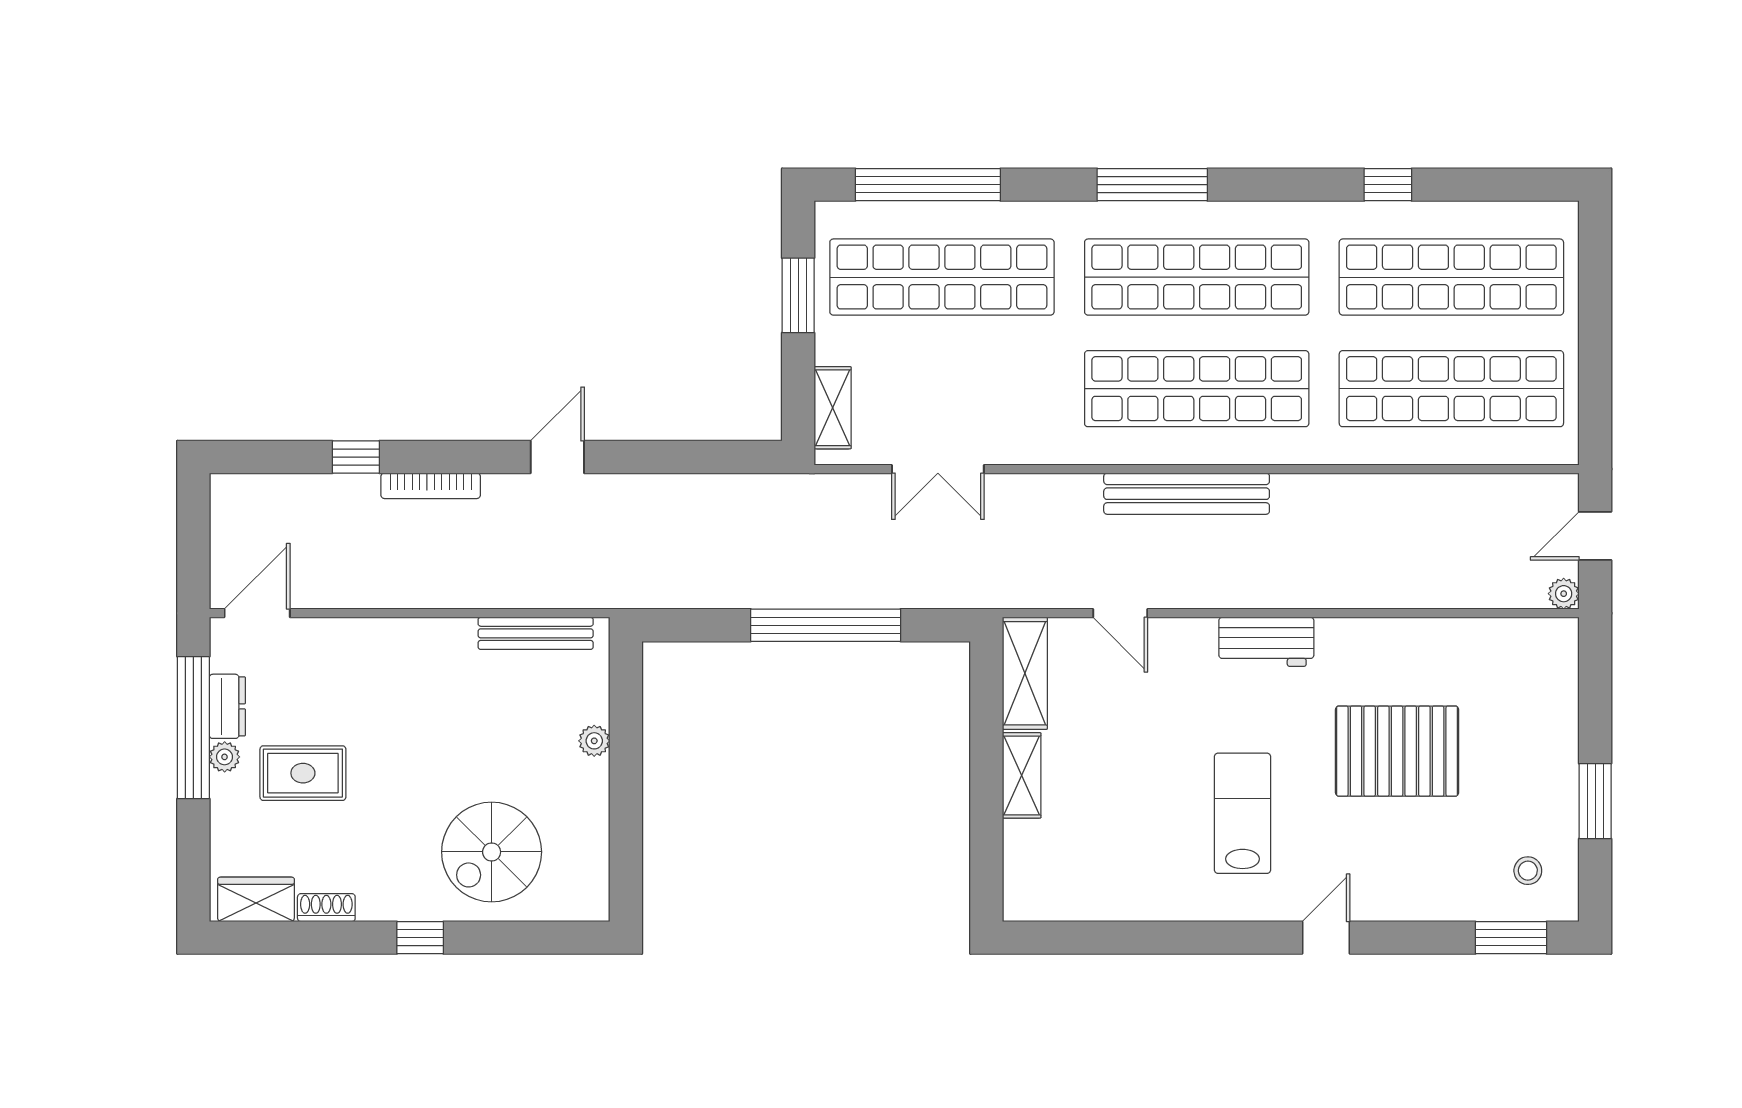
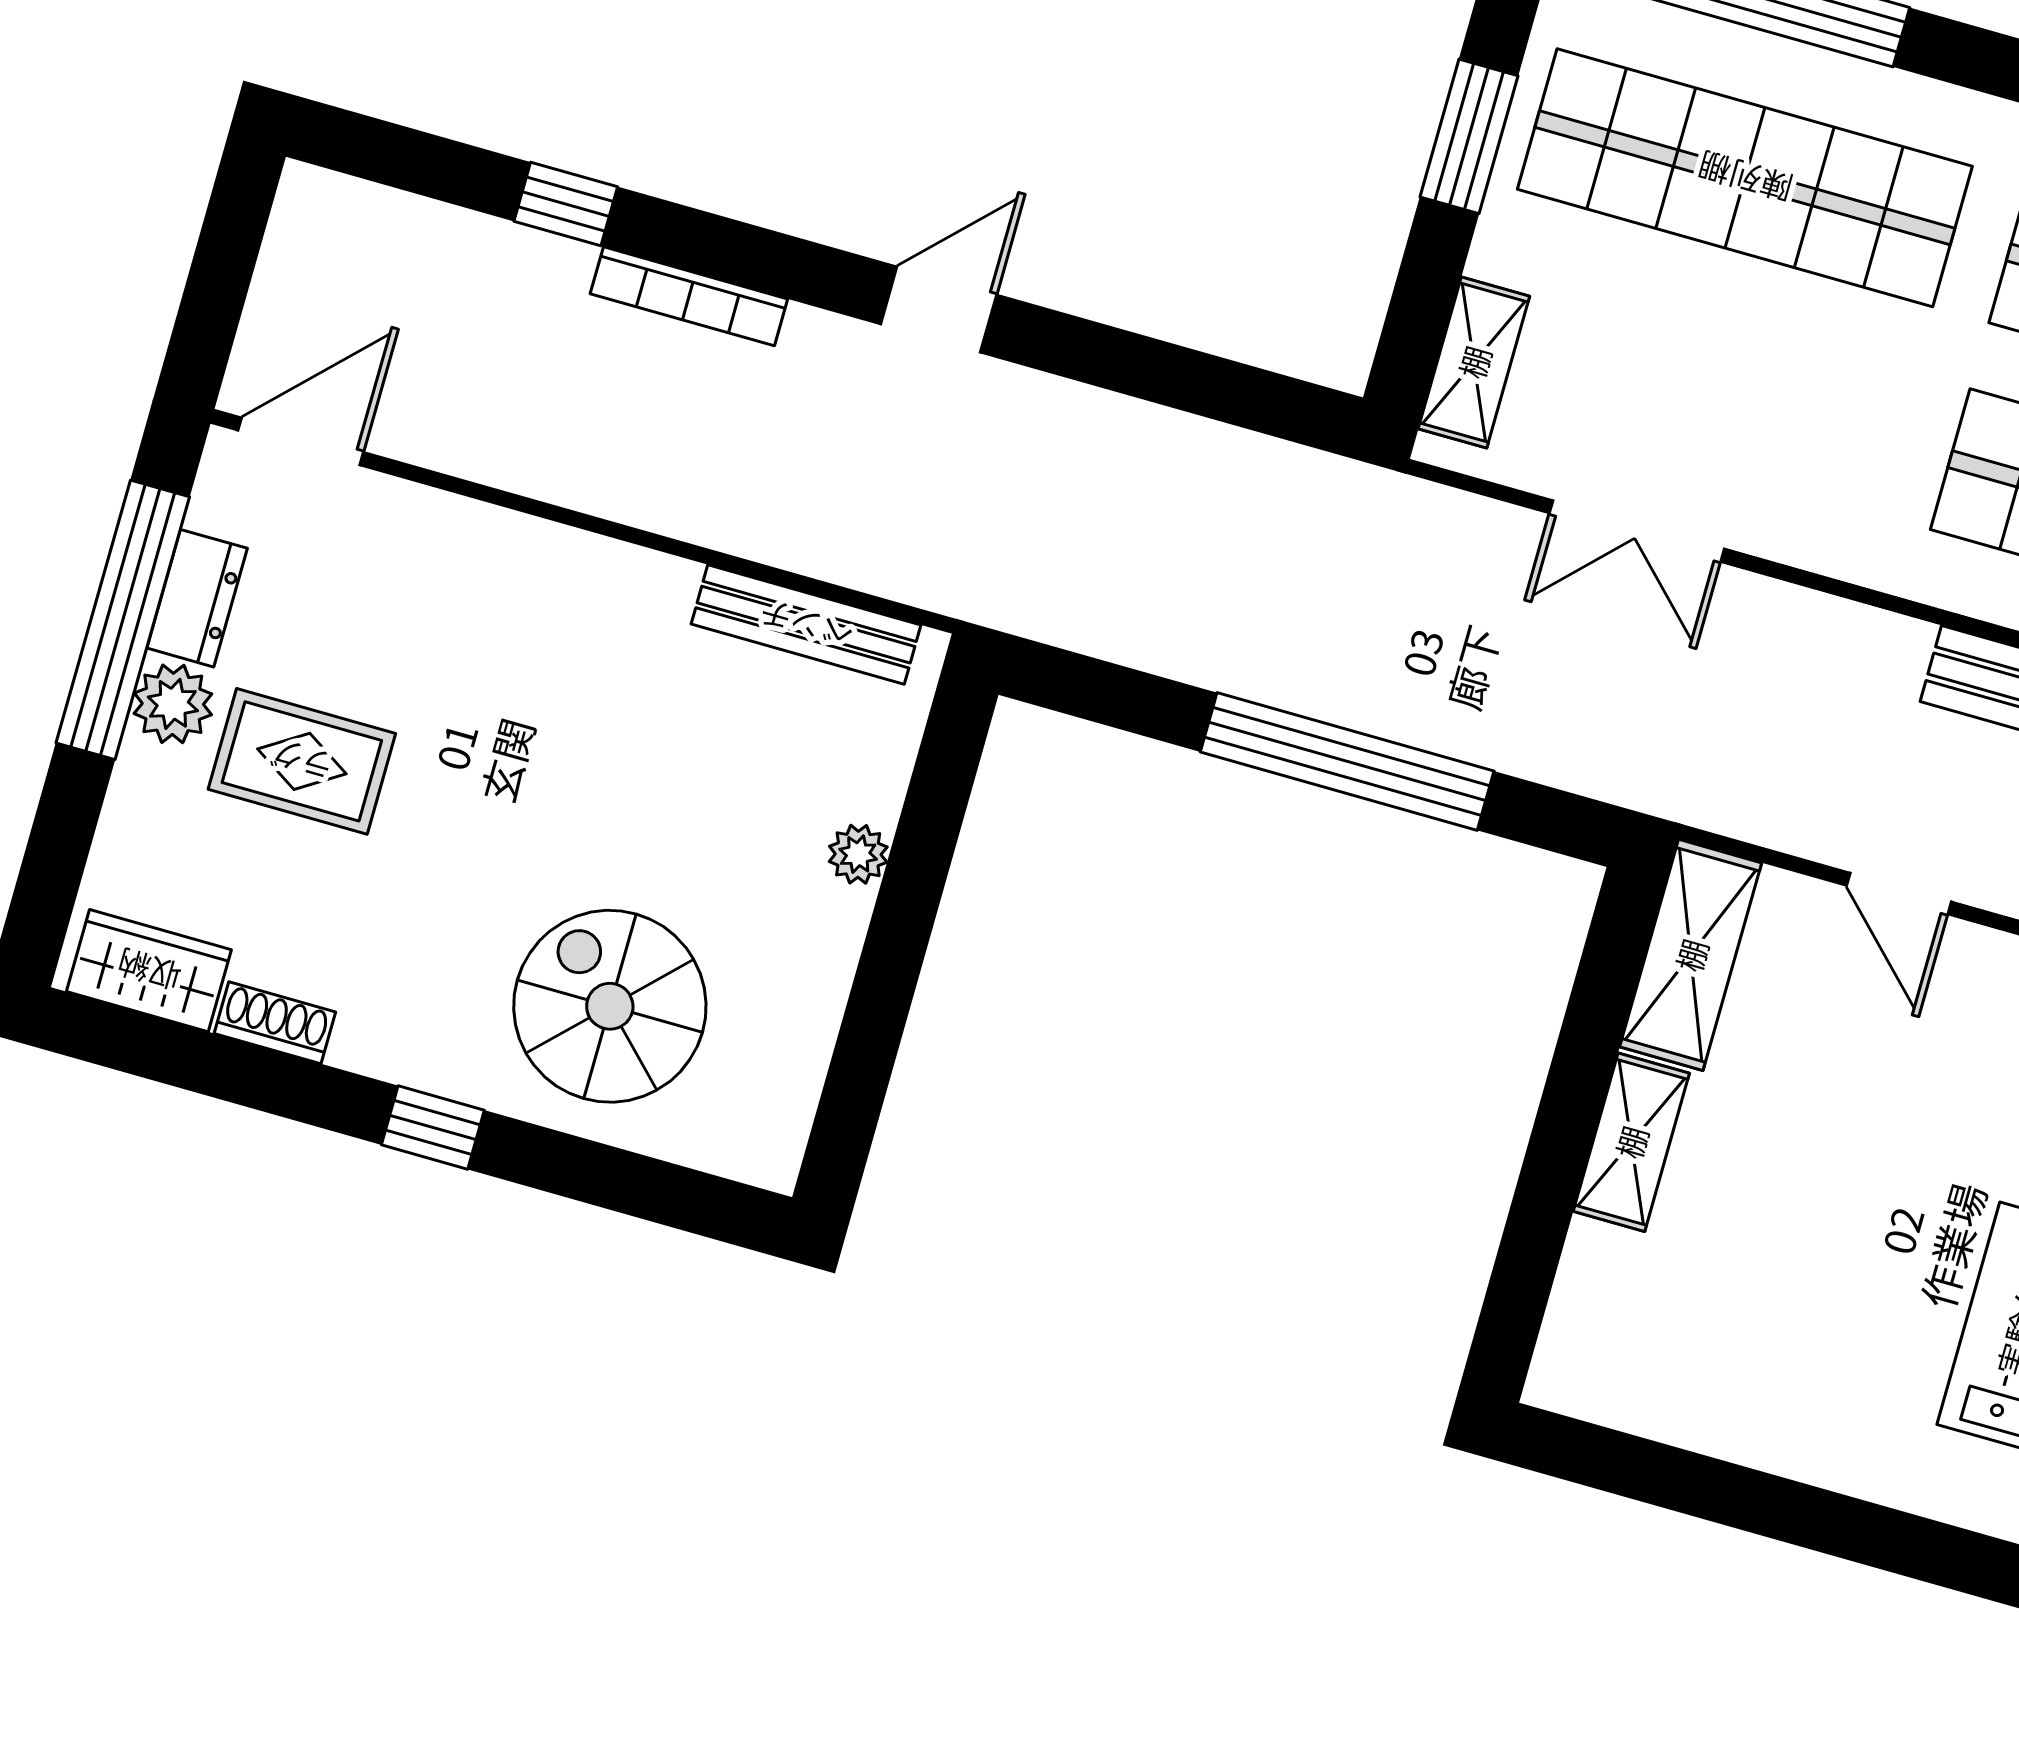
plant: (225, 757) -> (173, 704), width x1.38, depth x1.38
spiral stairs: (492, 852) -> (610, 1006), turned 90

